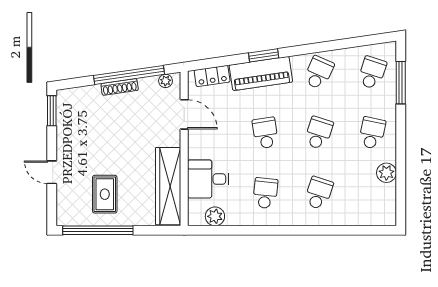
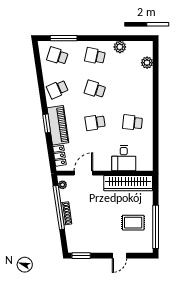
school desk: (319, 73) -> (57, 89), turned -48
school desk: (319, 193) -> (133, 89), removed
plant: (215, 216) -> (147, 63), moved

